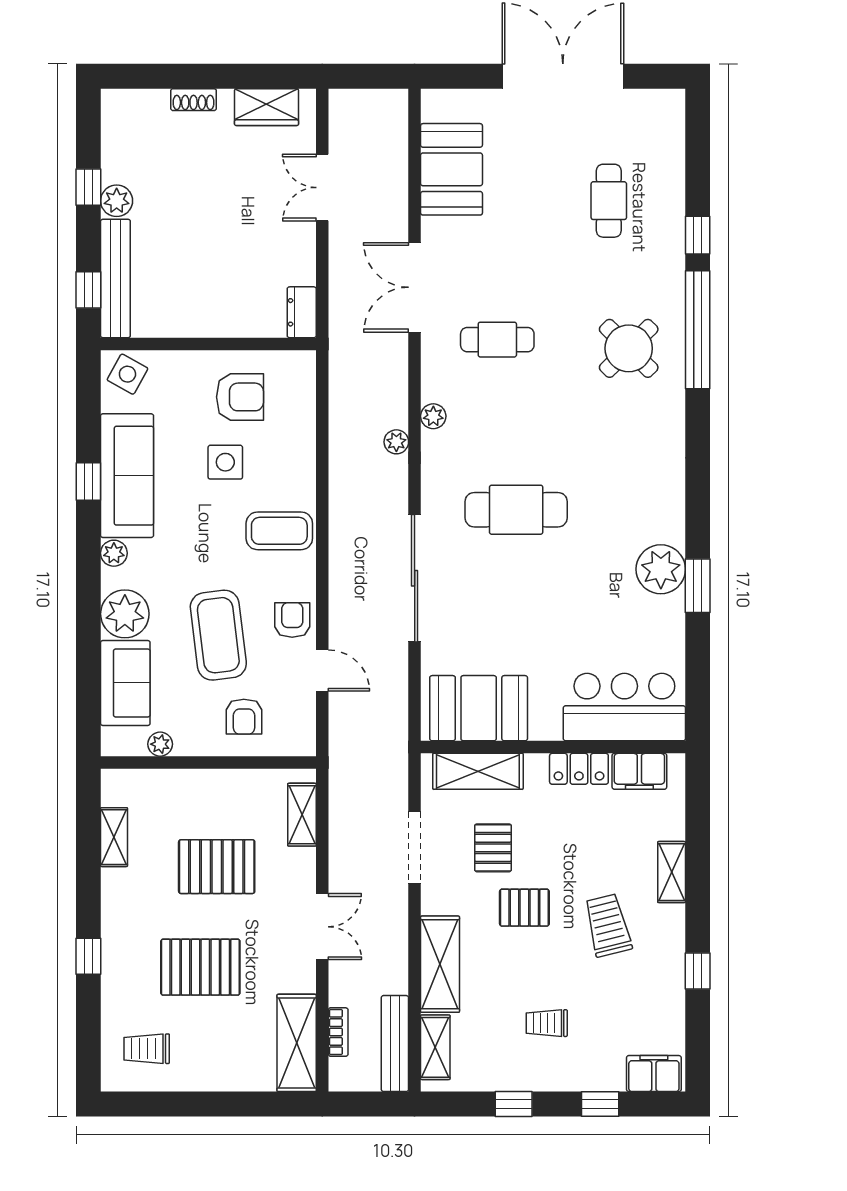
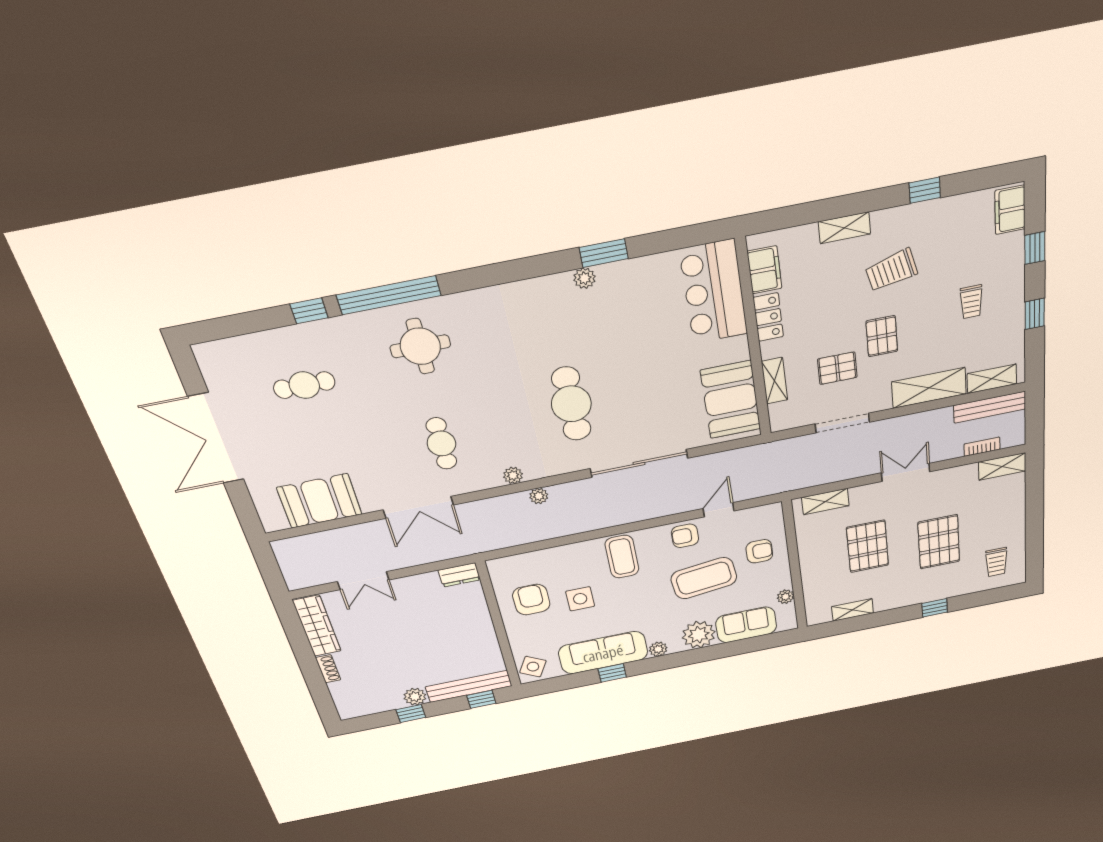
wardrobe: (267, 107) -> (317, 626), width x1.50
round table: (629, 348) -> (420, 346), turned 45
plant: (661, 569) -> (585, 278), width x0.53, depth x0.53
shelving: (478, 771) -> (775, 381), width x0.67, depth x0.75
shelving: (297, 1043) -> (1002, 466), width x0.67, depth x0.75

